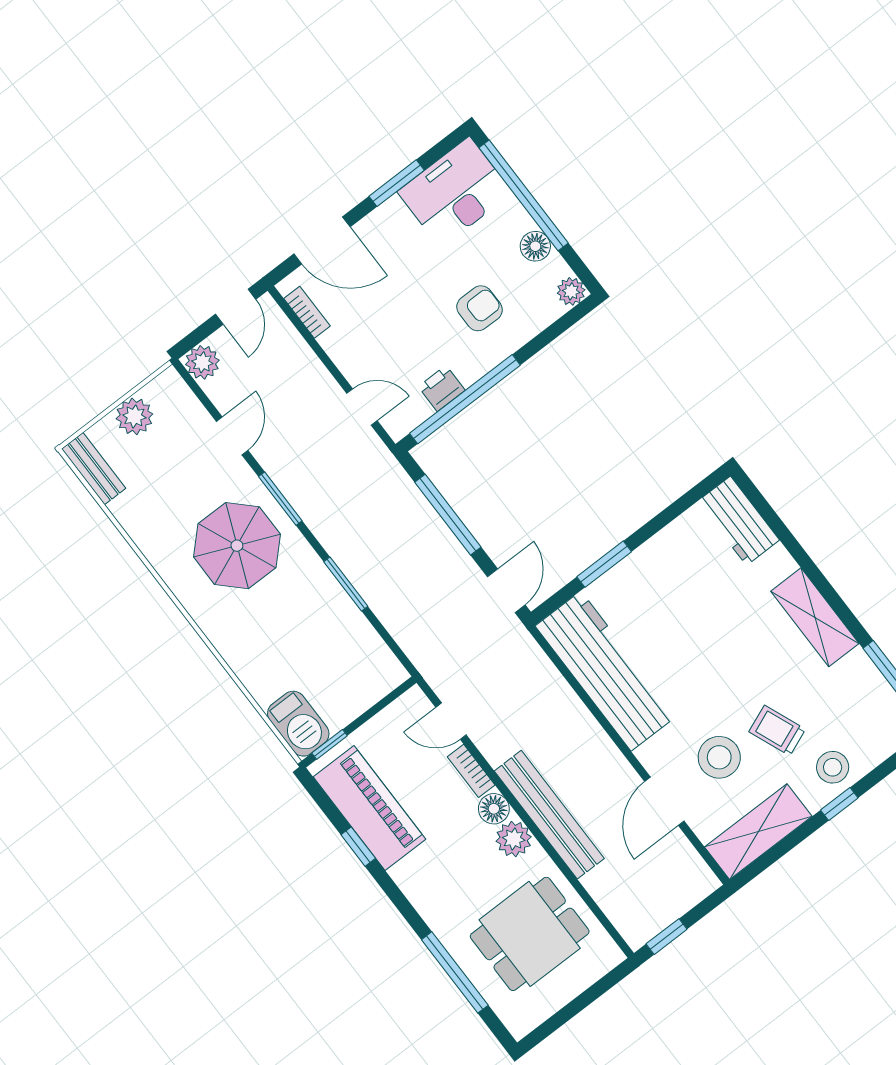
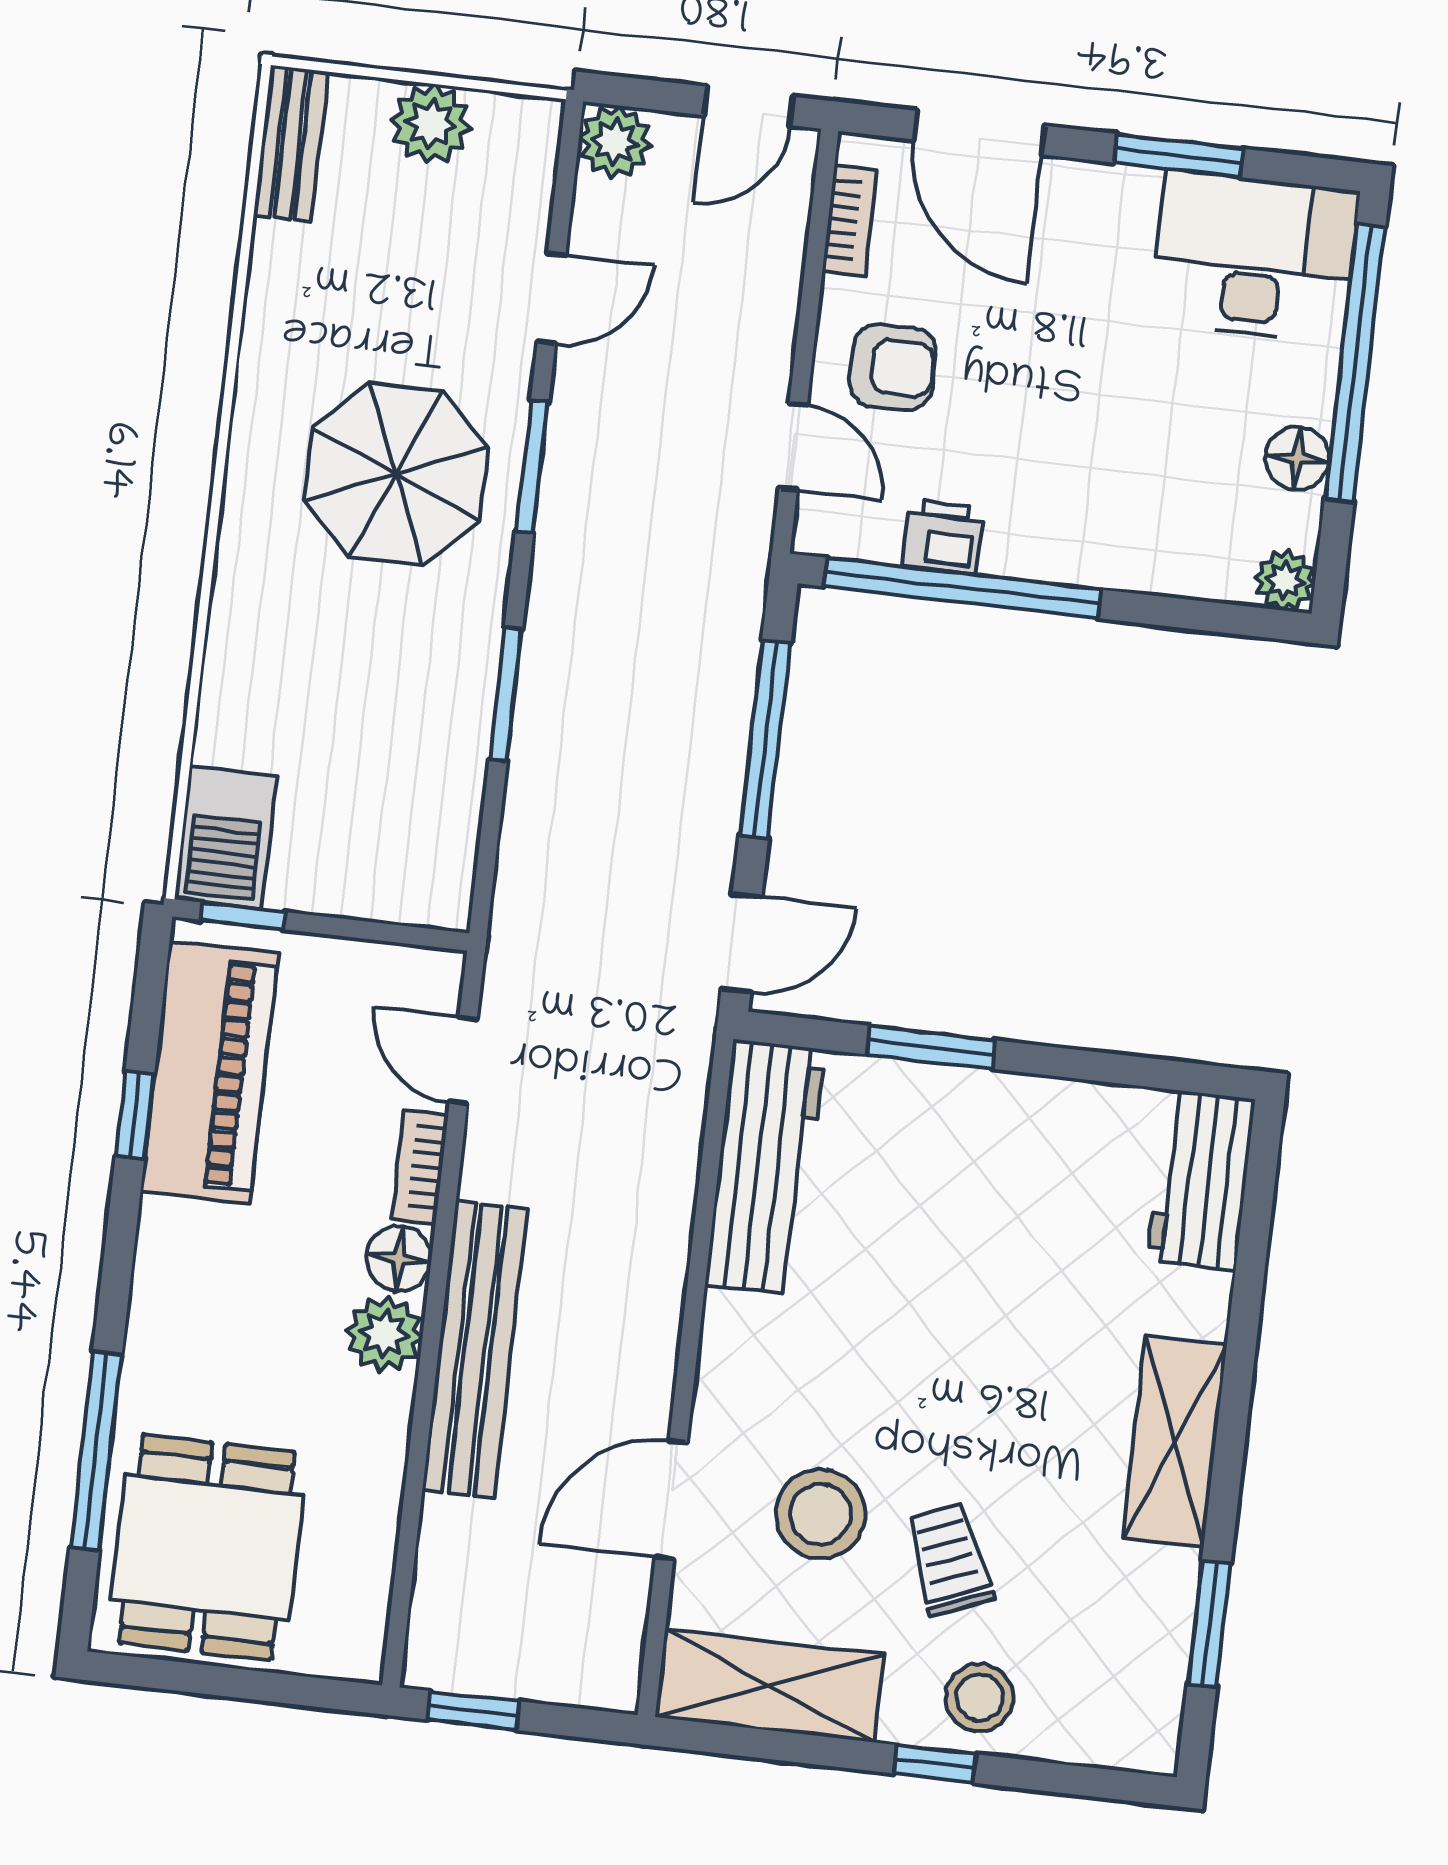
armchair: (479, 308) -> (892, 367), moved
workbench: (606, 671) -> (765, 1167), width x0.73, depth x0.76
dining table: (530, 934) -> (207, 1547), moved, turned 90

